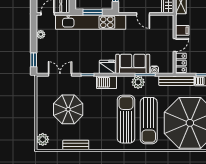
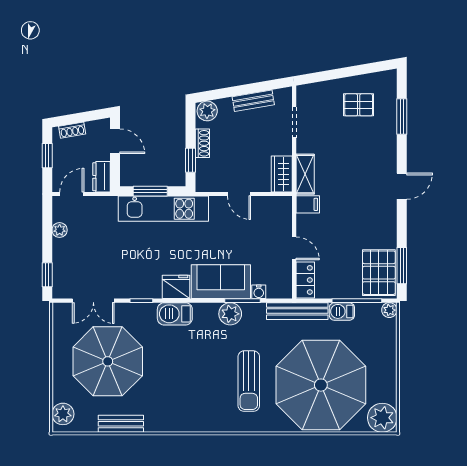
kitchen unit: (91, 22) -> (163, 209), width x0.73
filing cabinet: (182, 30) -> (308, 204), moved
door: (175, 45) -> (294, 248), hinge flipped
double door: (60, 75) -> (93, 301), swing flipped
parasol: (68, 109) -> (108, 361), width x1.36, depth x1.36
sun lounger: (126, 119) -> (209, 379), removed
sun lounger: (149, 121) -> (249, 381), width x0.73, depth x0.75

